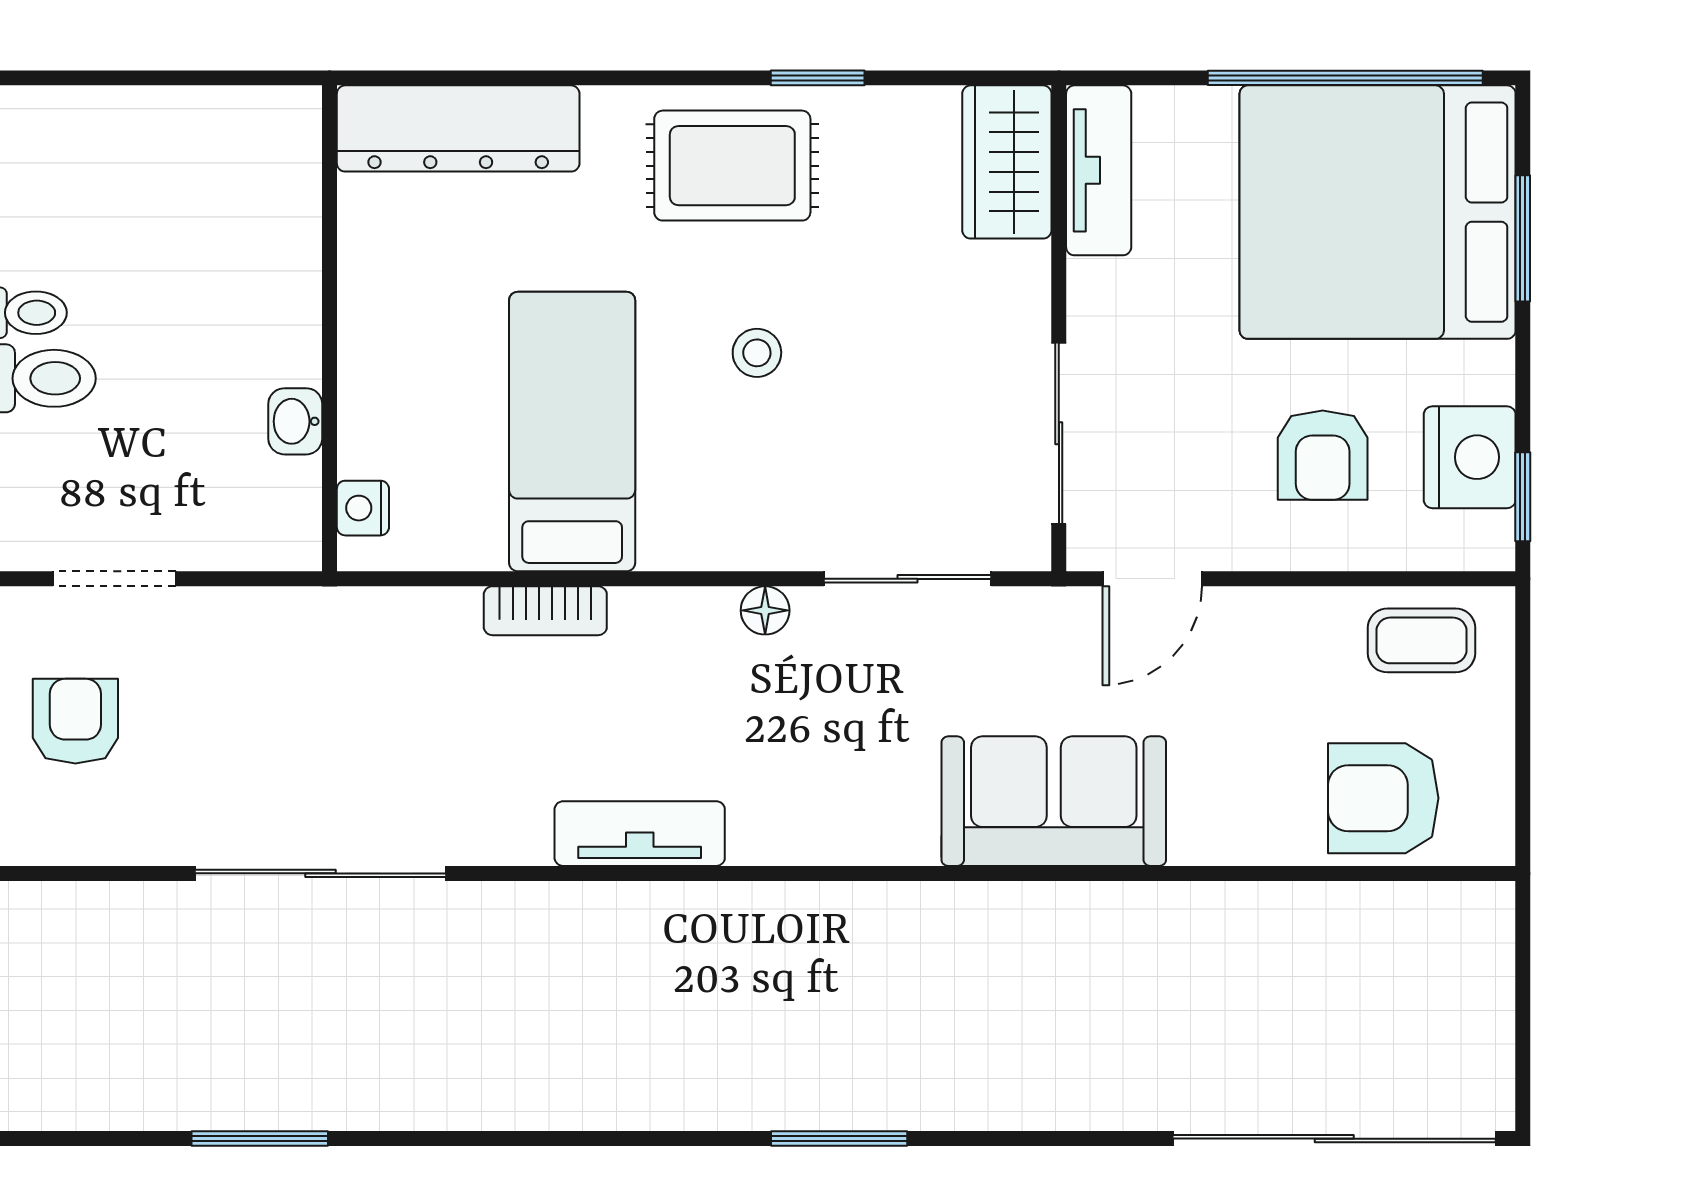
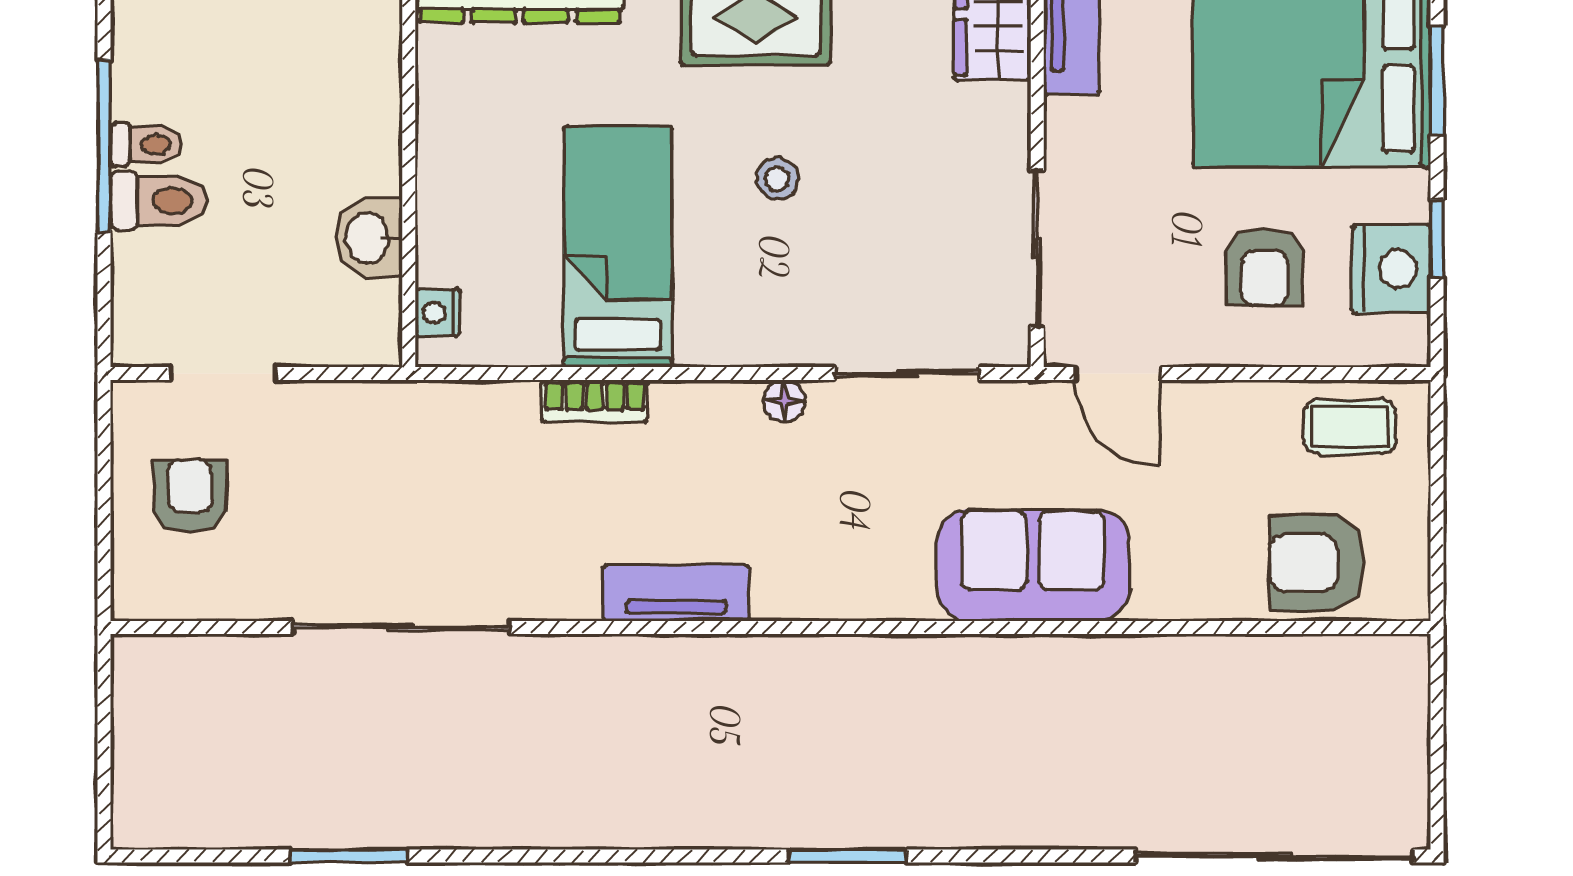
washbasin: (295, 421) -> (369, 238), width x1.38, depth x1.45
window: (1523, 497) -> (1437, 238), moved
door: (1152, 579) -> (1118, 374), hinge flipped

